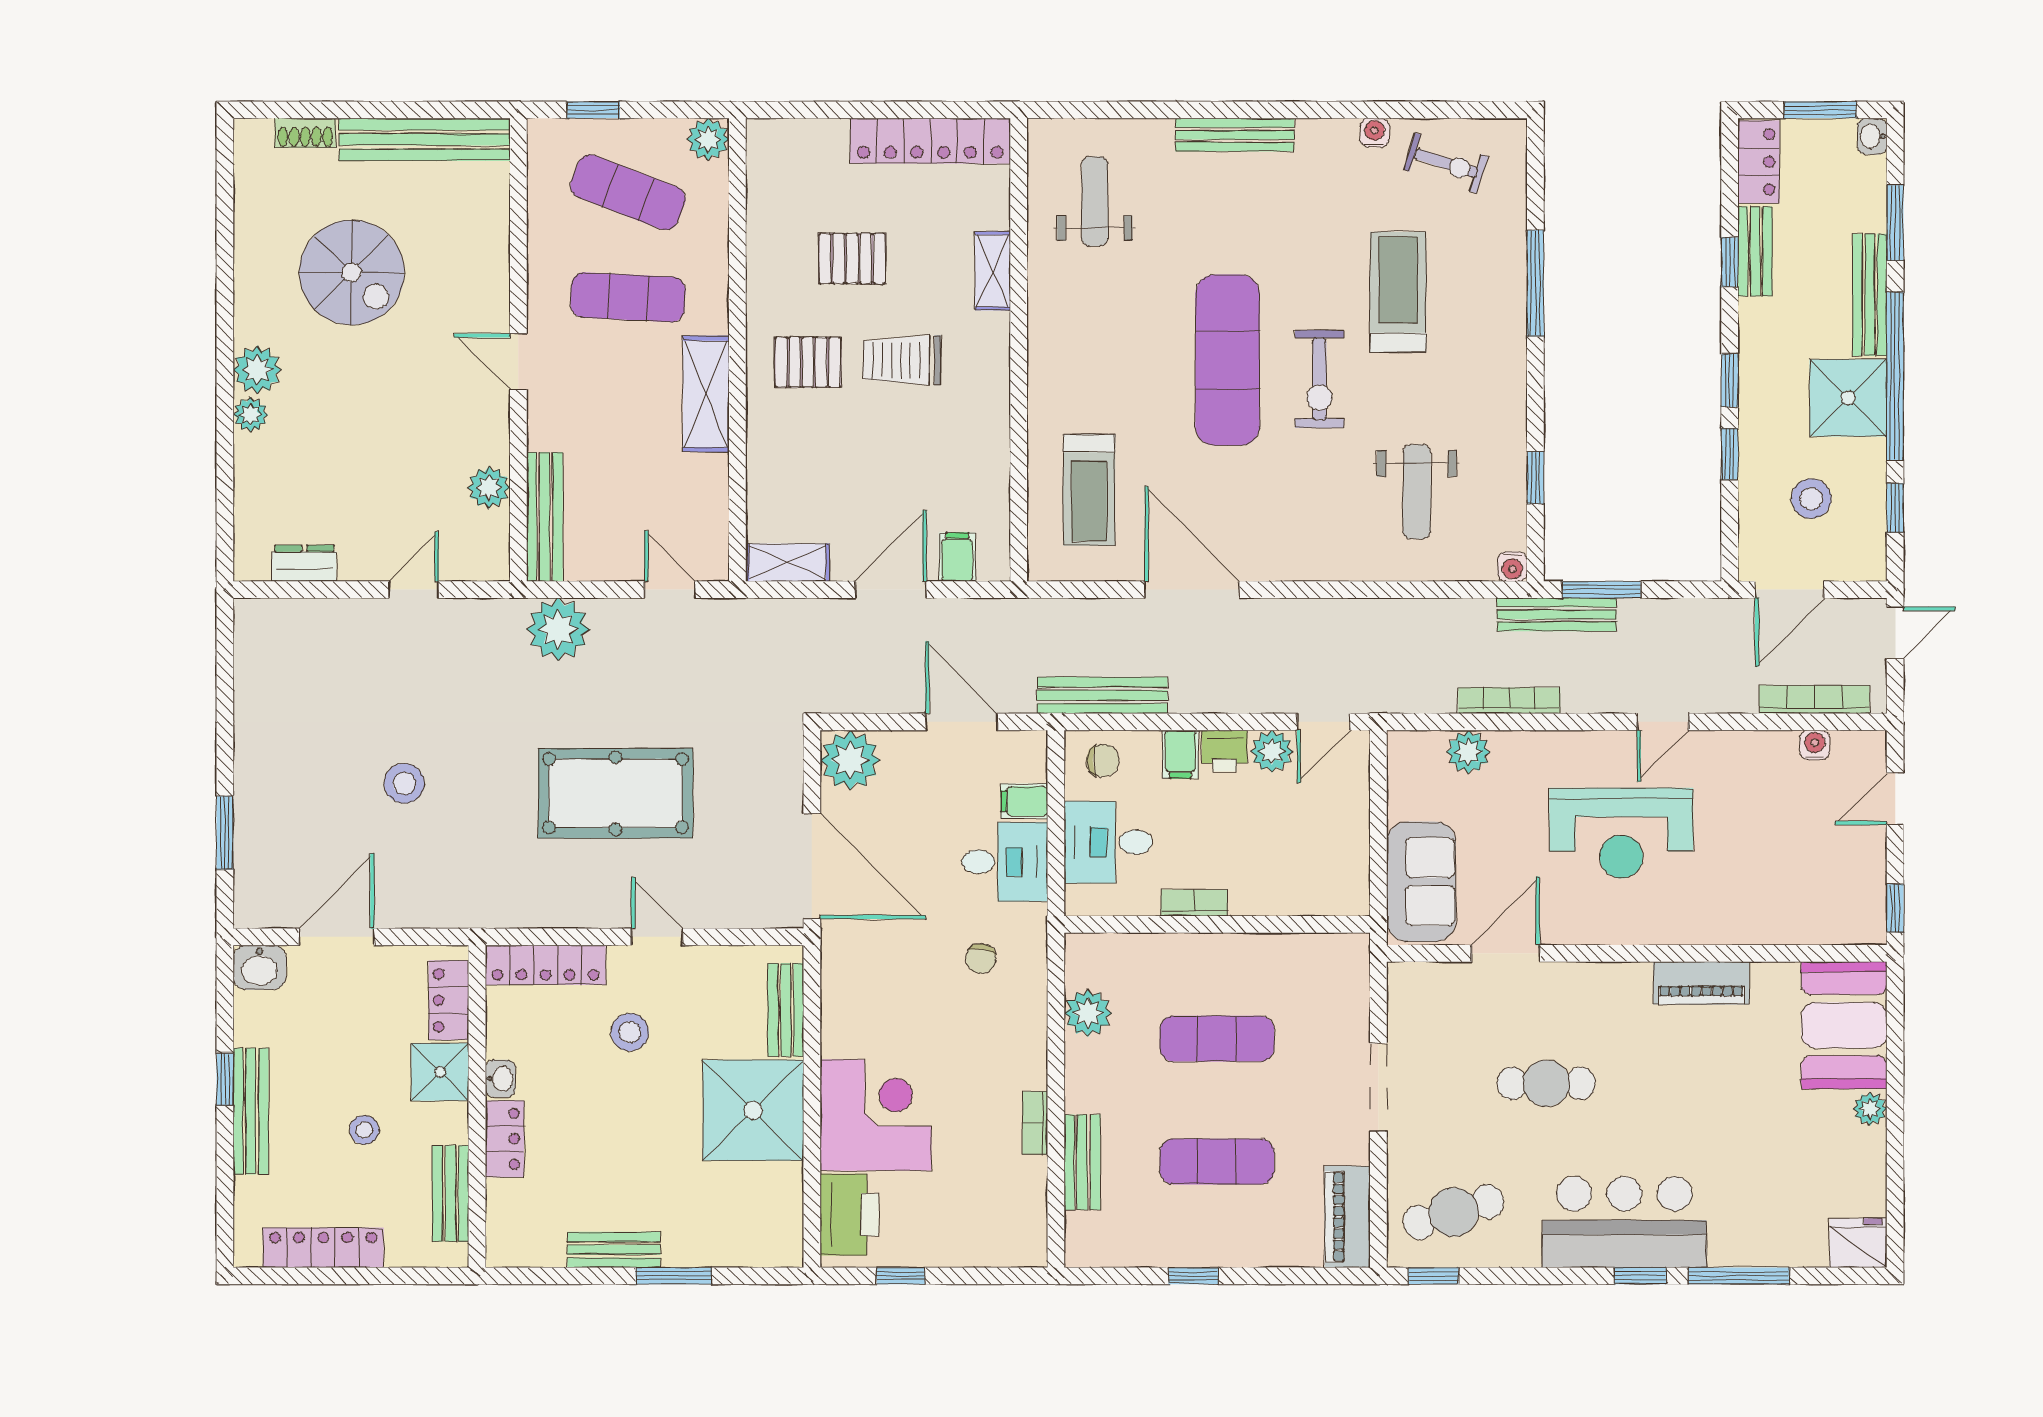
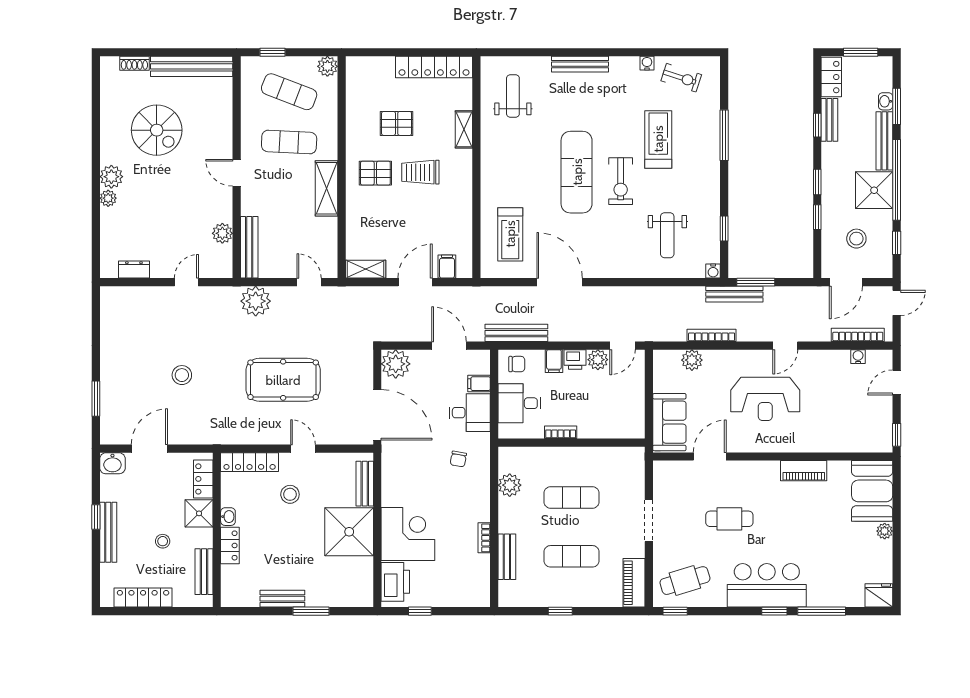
washbasin: (1872, 136) -> (886, 101), moved

